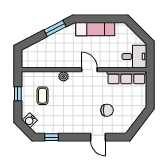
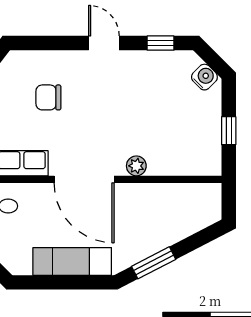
door: (89, 70) -> (84, 179), width x1.88
coffee table: (43, 96) -> (179, 127), removed
door: (98, 137) -> (104, 43), moved

